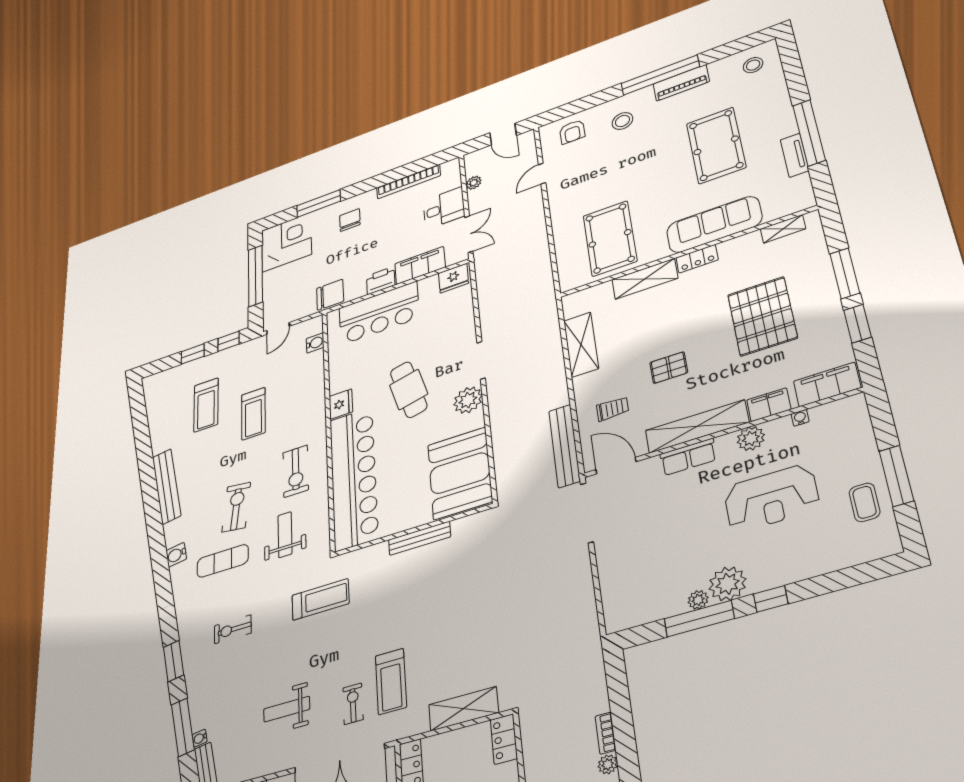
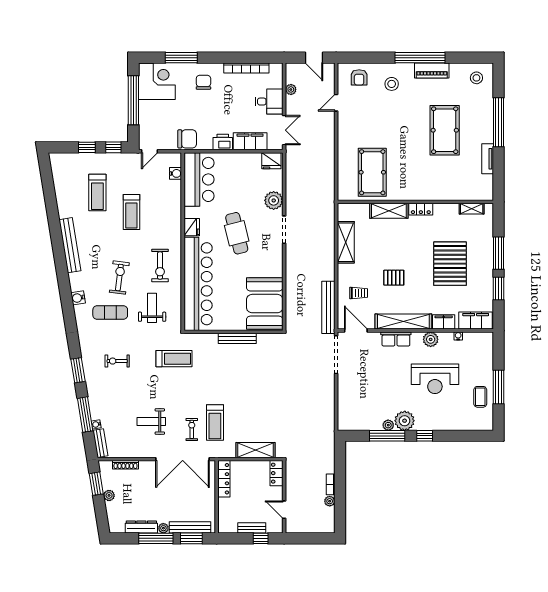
window: (809, 133) -> (499, 122), moved
sofa: (714, 225) -> (434, 189), removed
bar counter: (379, 313) -> (199, 179), moved, turned -90
plant: (468, 400) -> (274, 200), moved

